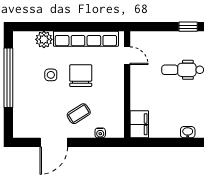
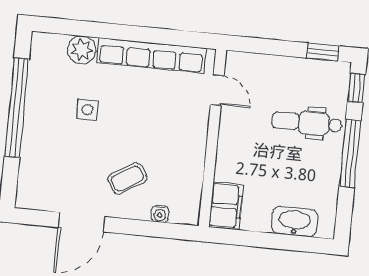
chair: (81, 76) -> (137, 116), removed
washbasin: (188, 132) -> (295, 222), width x1.91, depth x1.45

